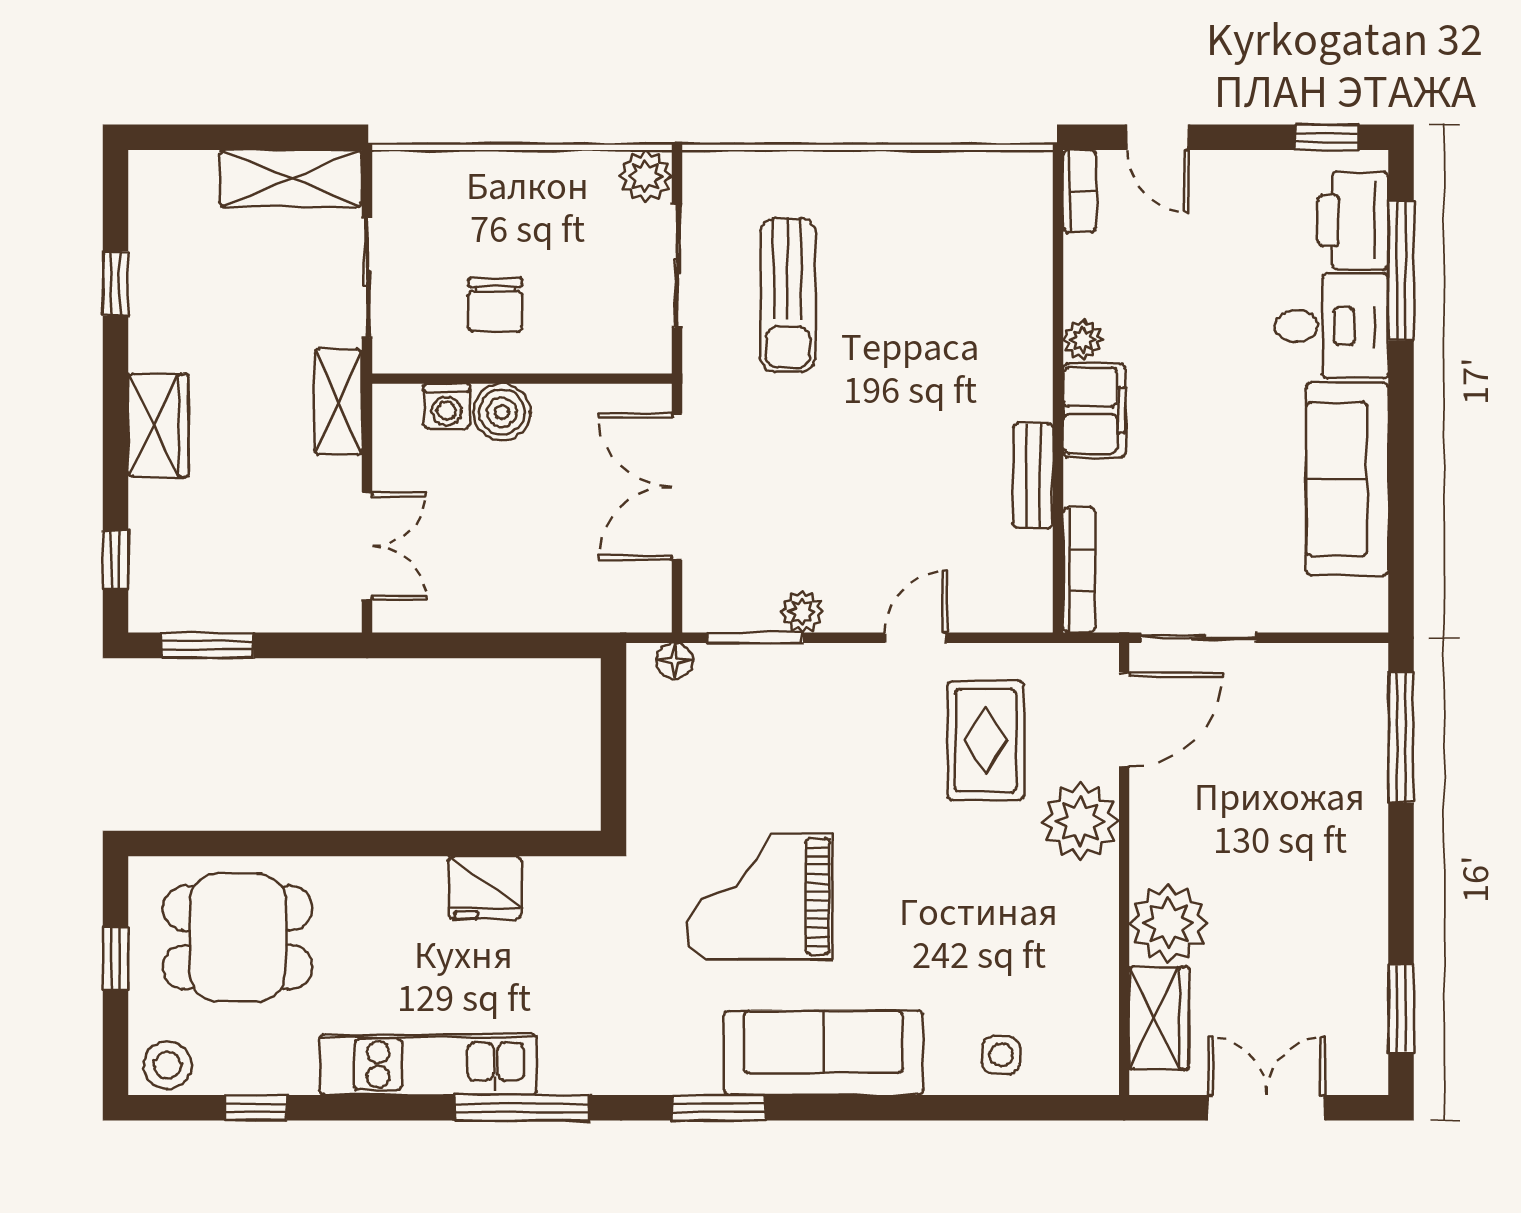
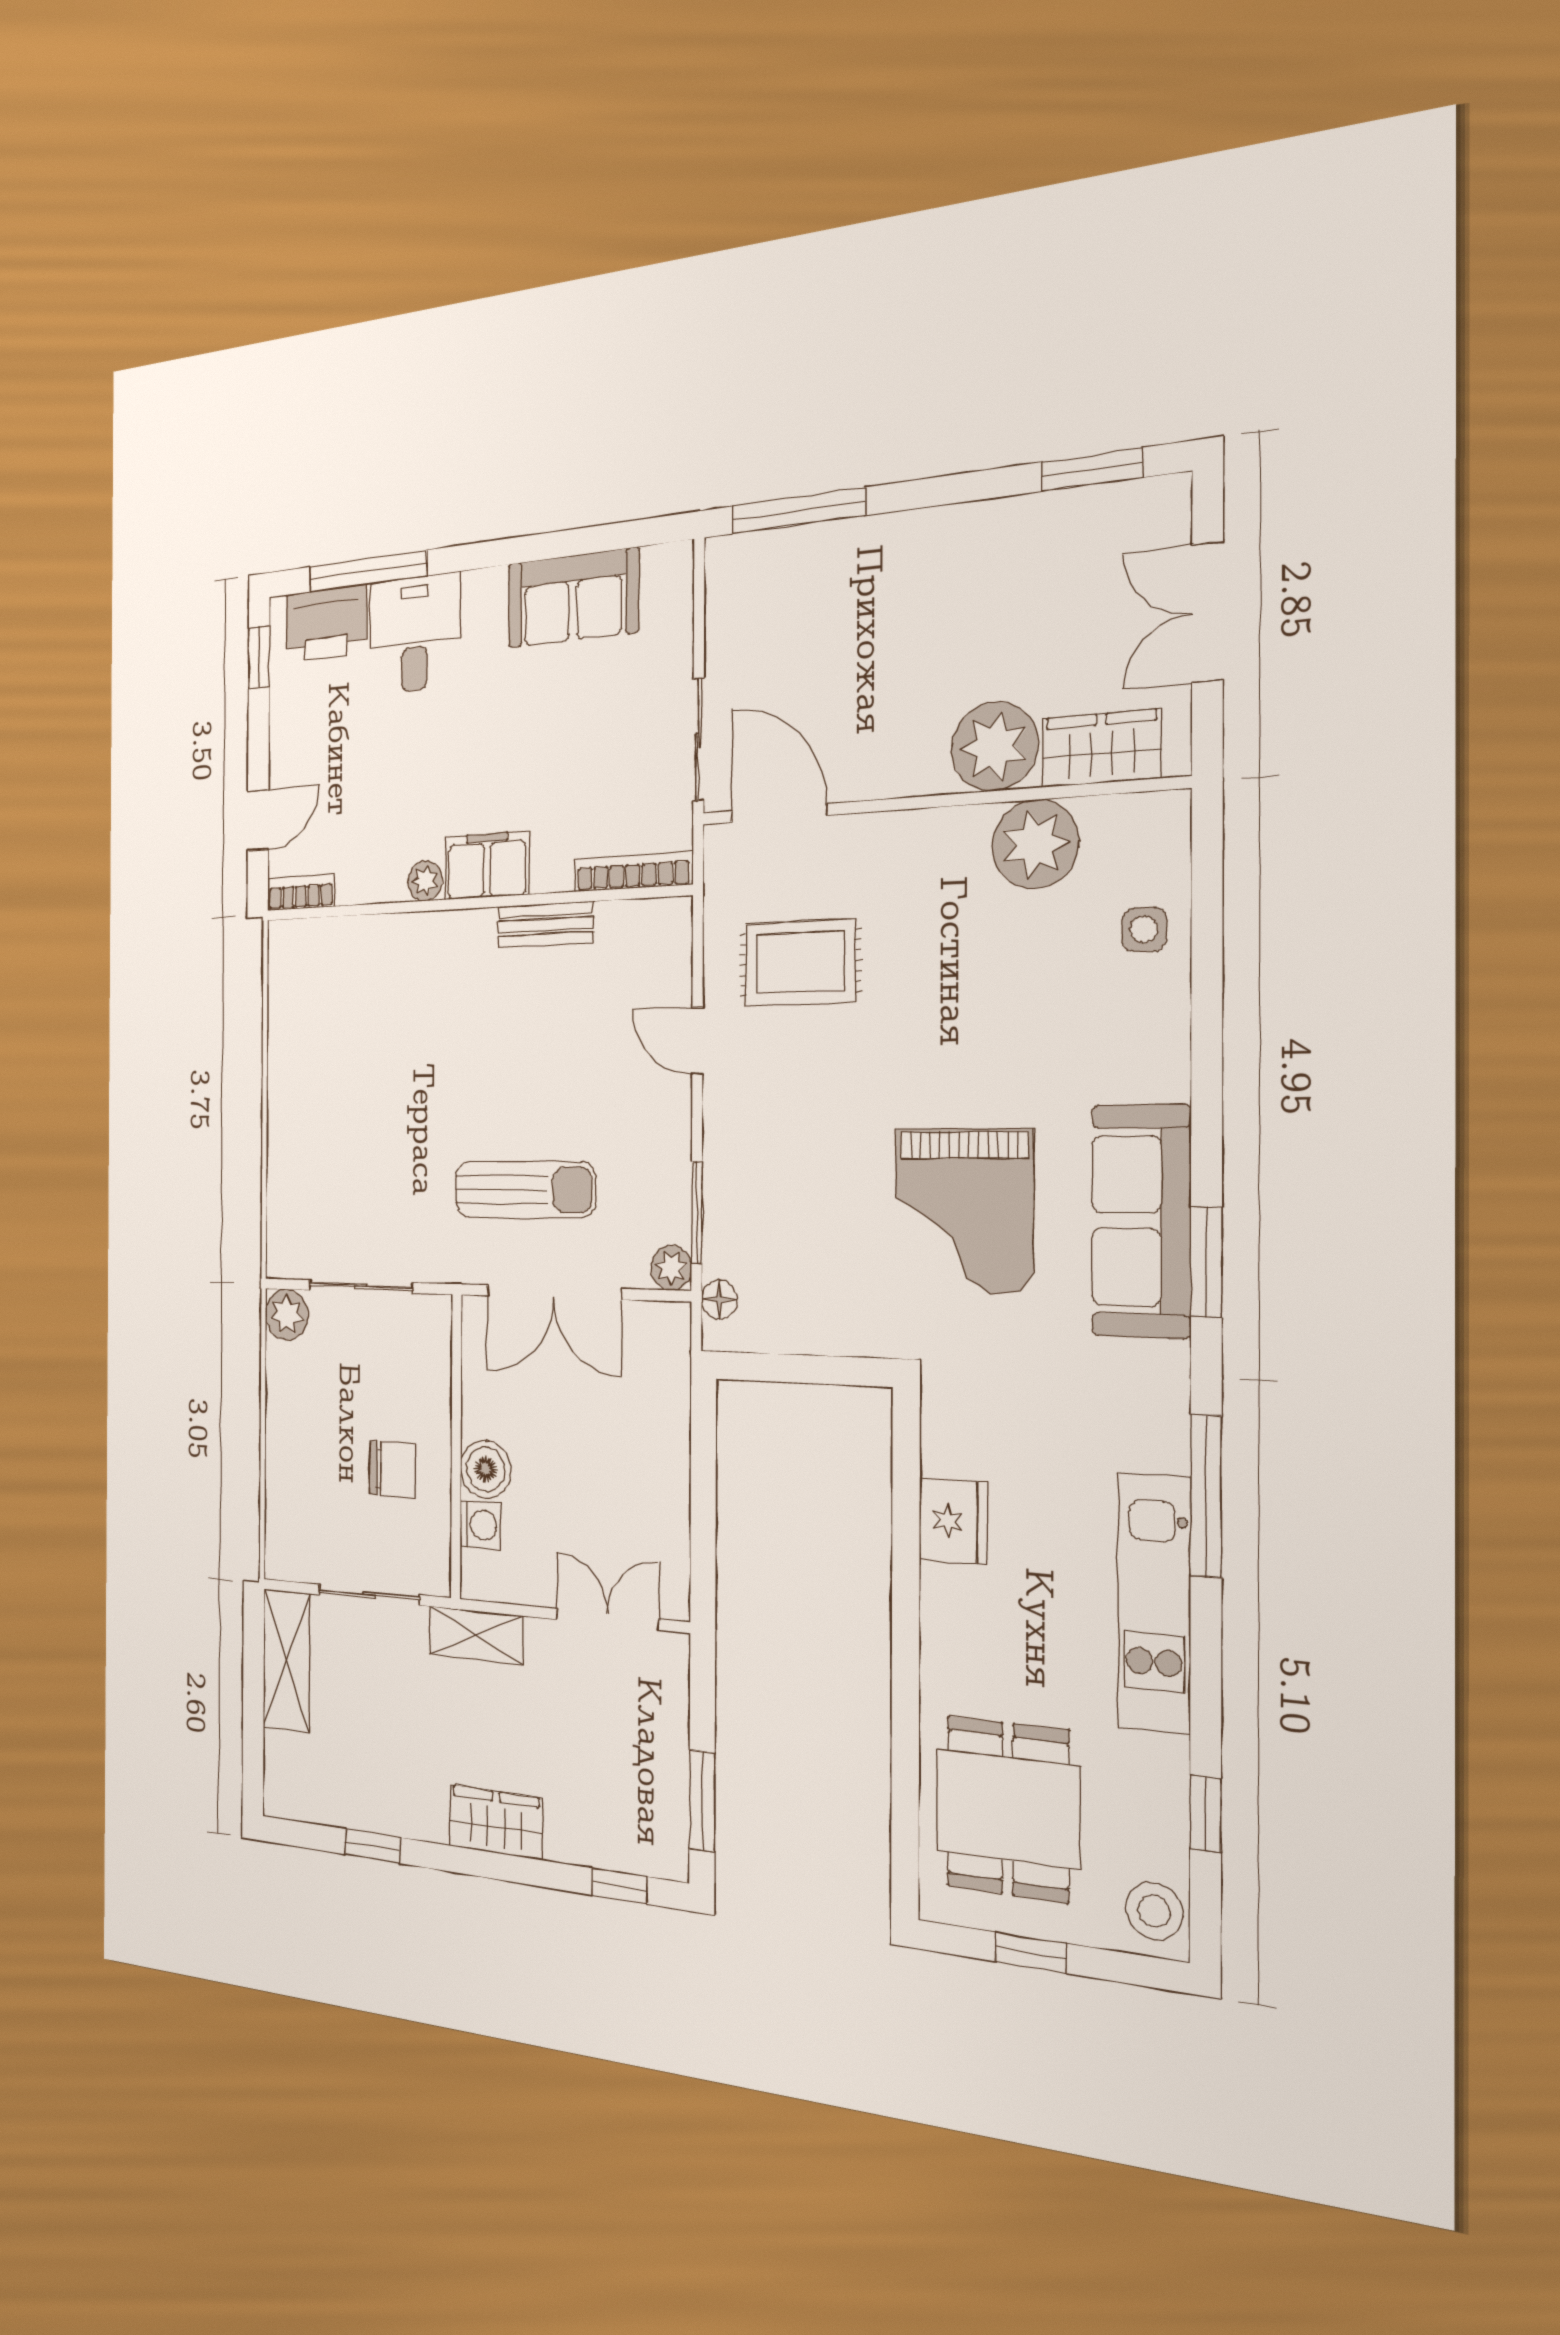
sun lounger: (788, 295) -> (525, 1190), moved
sofa: (1347, 479) -> (573, 598), width x0.73
plant: (802, 612) -> (671, 1268), moved
plant: (1080, 821) -> (1035, 844), moved
sofa: (824, 1053) -> (1141, 1221), moved

